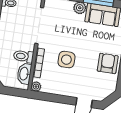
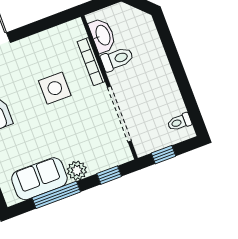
plant: (36, 87) -> (76, 27), removed

